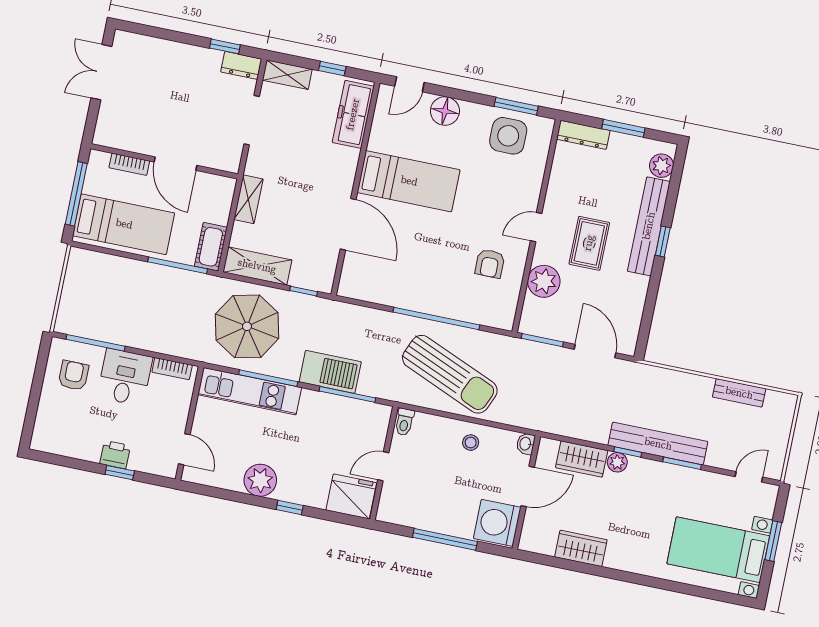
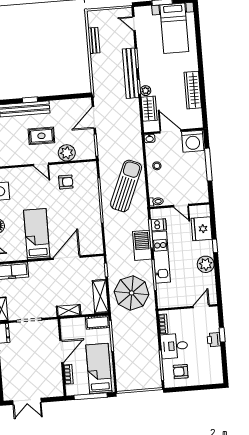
kitchen unit: (250, 391) -> (161, 257), moved
dishwasher: (360, 414) -> (159, 225), added
fridge: (351, 496) -> (202, 229), moved
wardrobe: (581, 548) -> (193, 90), width x1.50

